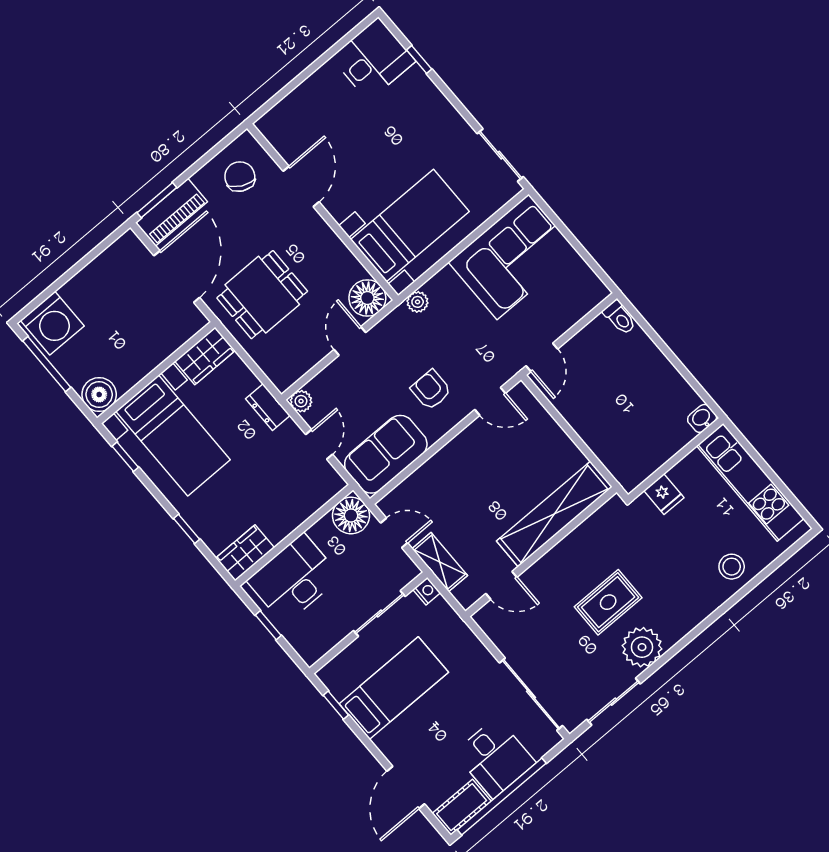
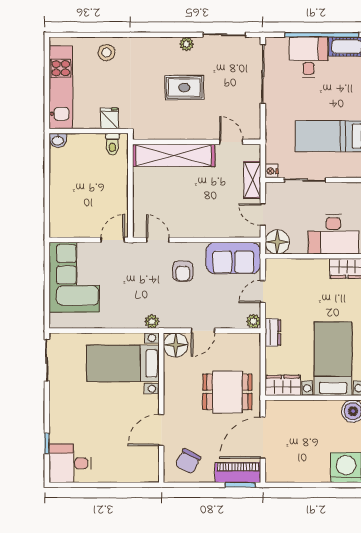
corner sofa: (513, 257) -> (74, 277), moved, turned 90
toilet: (620, 318) -> (112, 144), moved, turned 180
plant: (642, 647) -> (186, 44), width x0.53, depth x0.53

